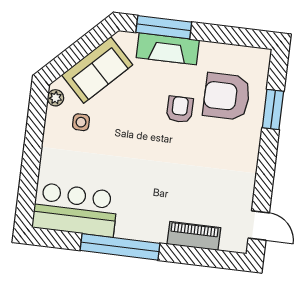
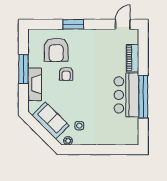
window: (164, 27) -> (23, 69), moved
armchair: (180, 109) -> (66, 74), turned -90
window: (273, 109) -> (73, 24), moved
bar counter: (75, 210) -> (126, 95), moved

